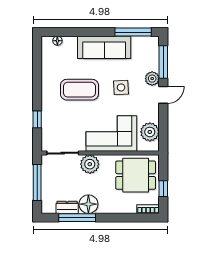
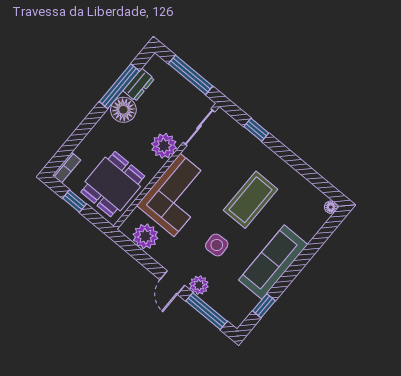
window: (133, 32) -> (264, 306), width x0.46
floor lamp: (57, 41) -> (331, 207), moved

